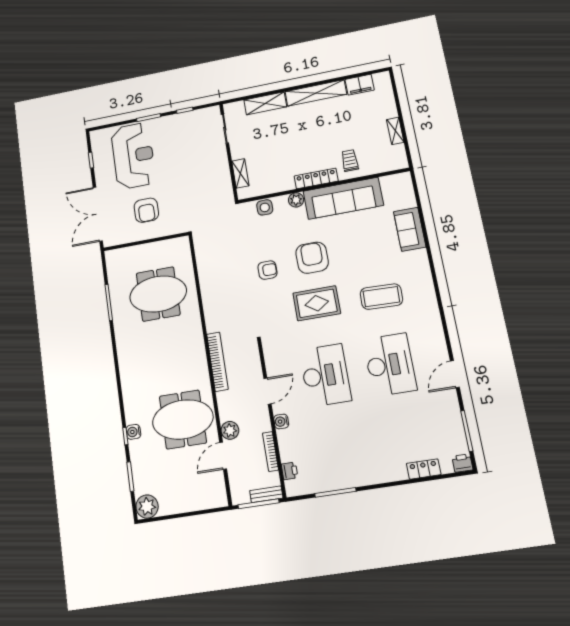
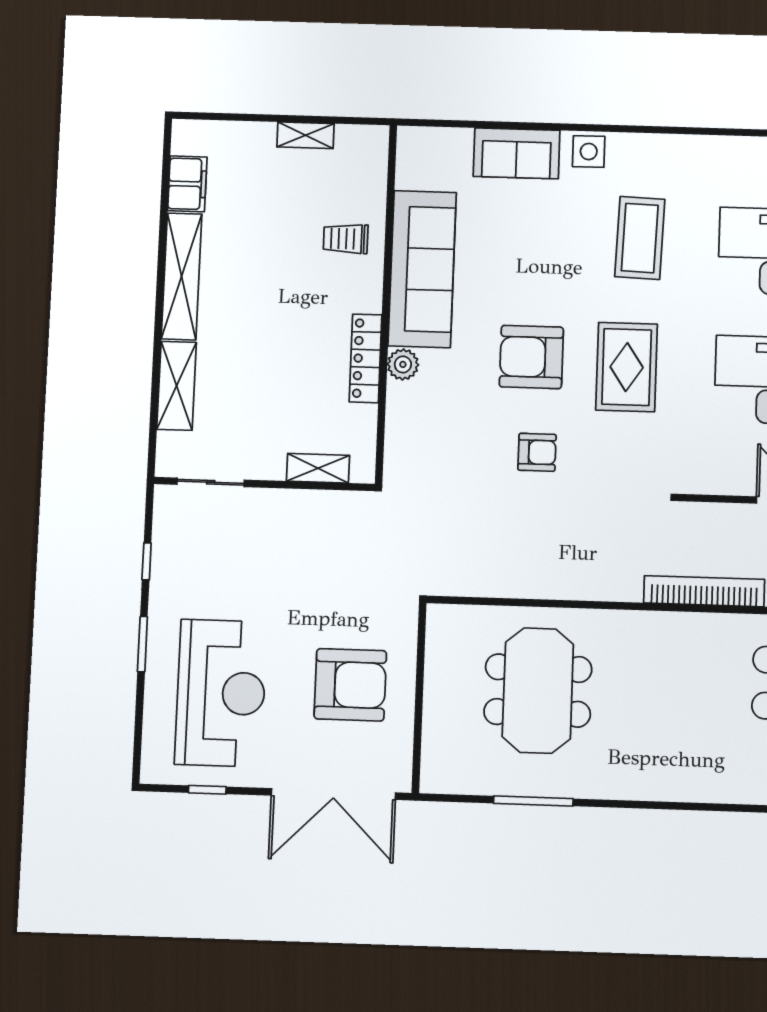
reception desk: (133, 156) -> (221, 693), turned 90
locker: (316, 178) -> (365, 358), moved
side table: (265, 207) -> (589, 152), moved
armchair: (146, 210) -> (350, 685), width x1.36, depth x1.36
armchair: (267, 270) -> (537, 452), turned 90

